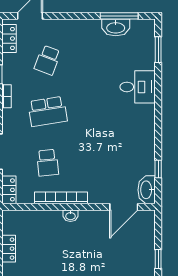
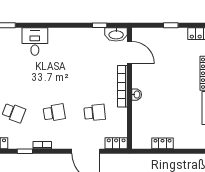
school desk: (48, 111) -> (54, 113), width x0.54
bookcase: (61, 198) -> (122, 86), moved

